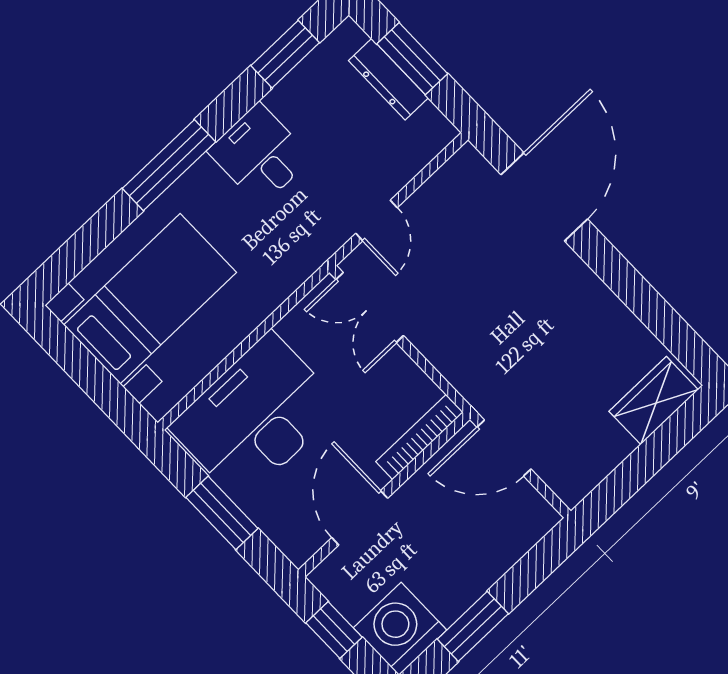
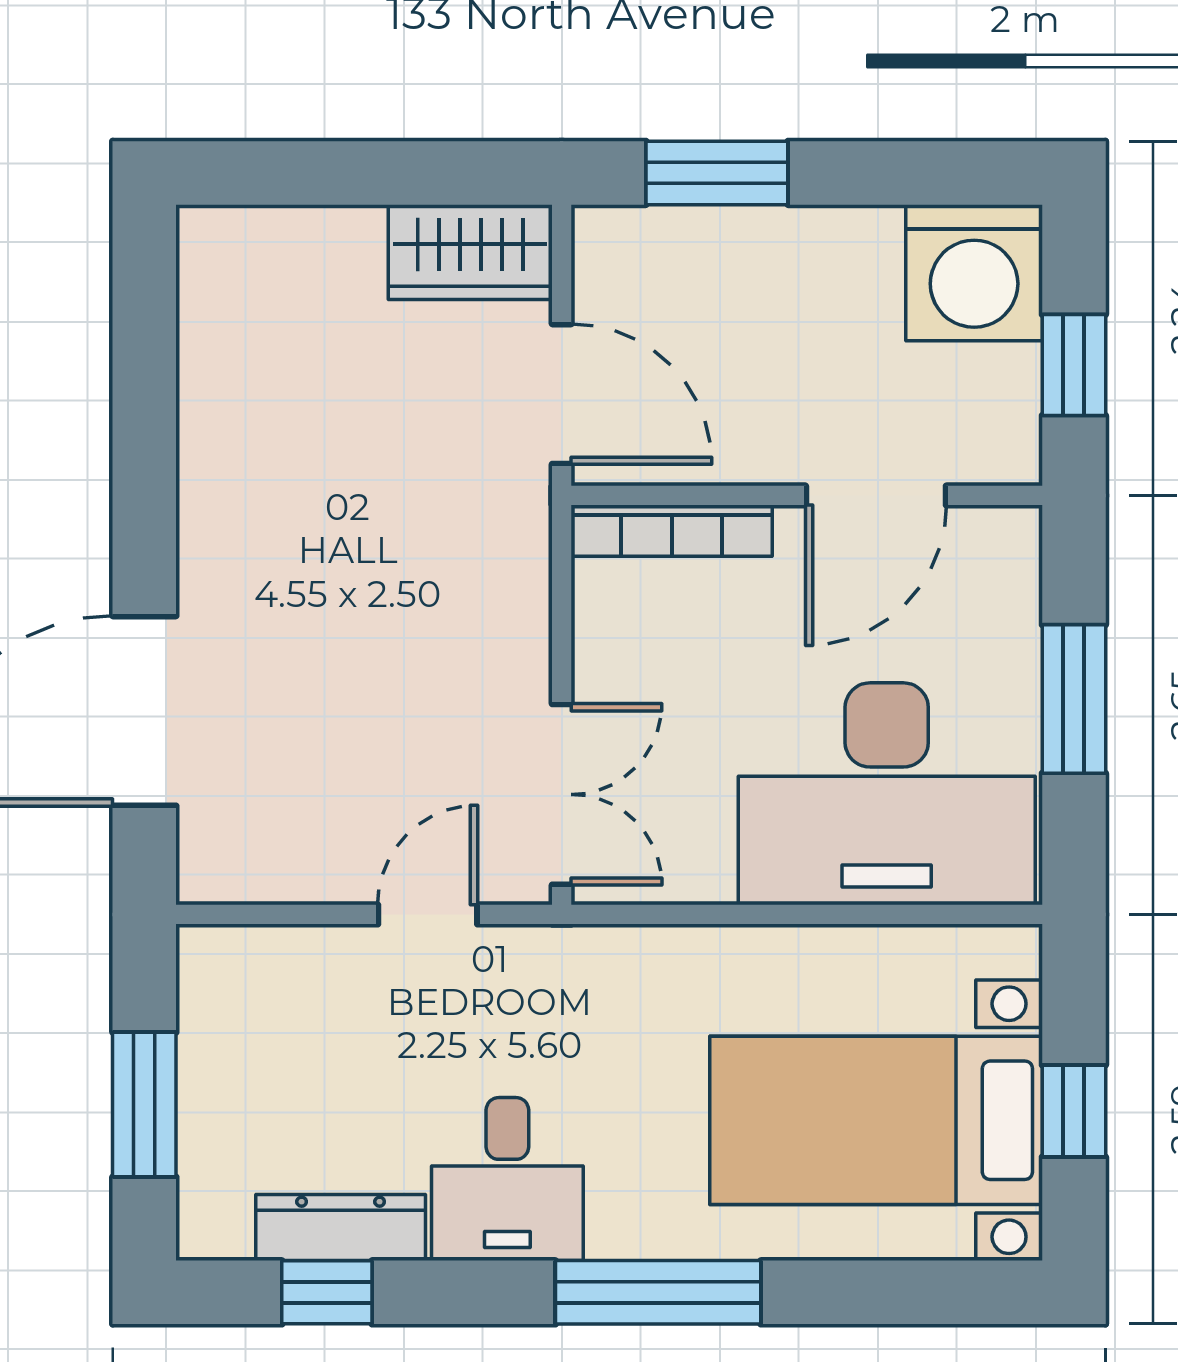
window: (285, 54) -> (327, 1292), width x0.67
dresser: (388, 79) -> (341, 1228), moved, turned -90
window: (84, 368) -> (1074, 1111), added
wardrobe: (654, 400) -> (470, 252), moved
window: (473, 626) -> (717, 173), moved

